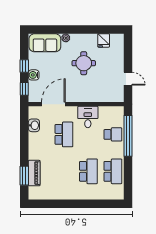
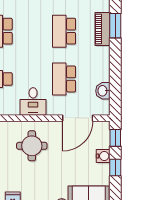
round table: (84, 63) -> (32, 146), moved
school desk: (88, 171) -> (64, 31), moved

